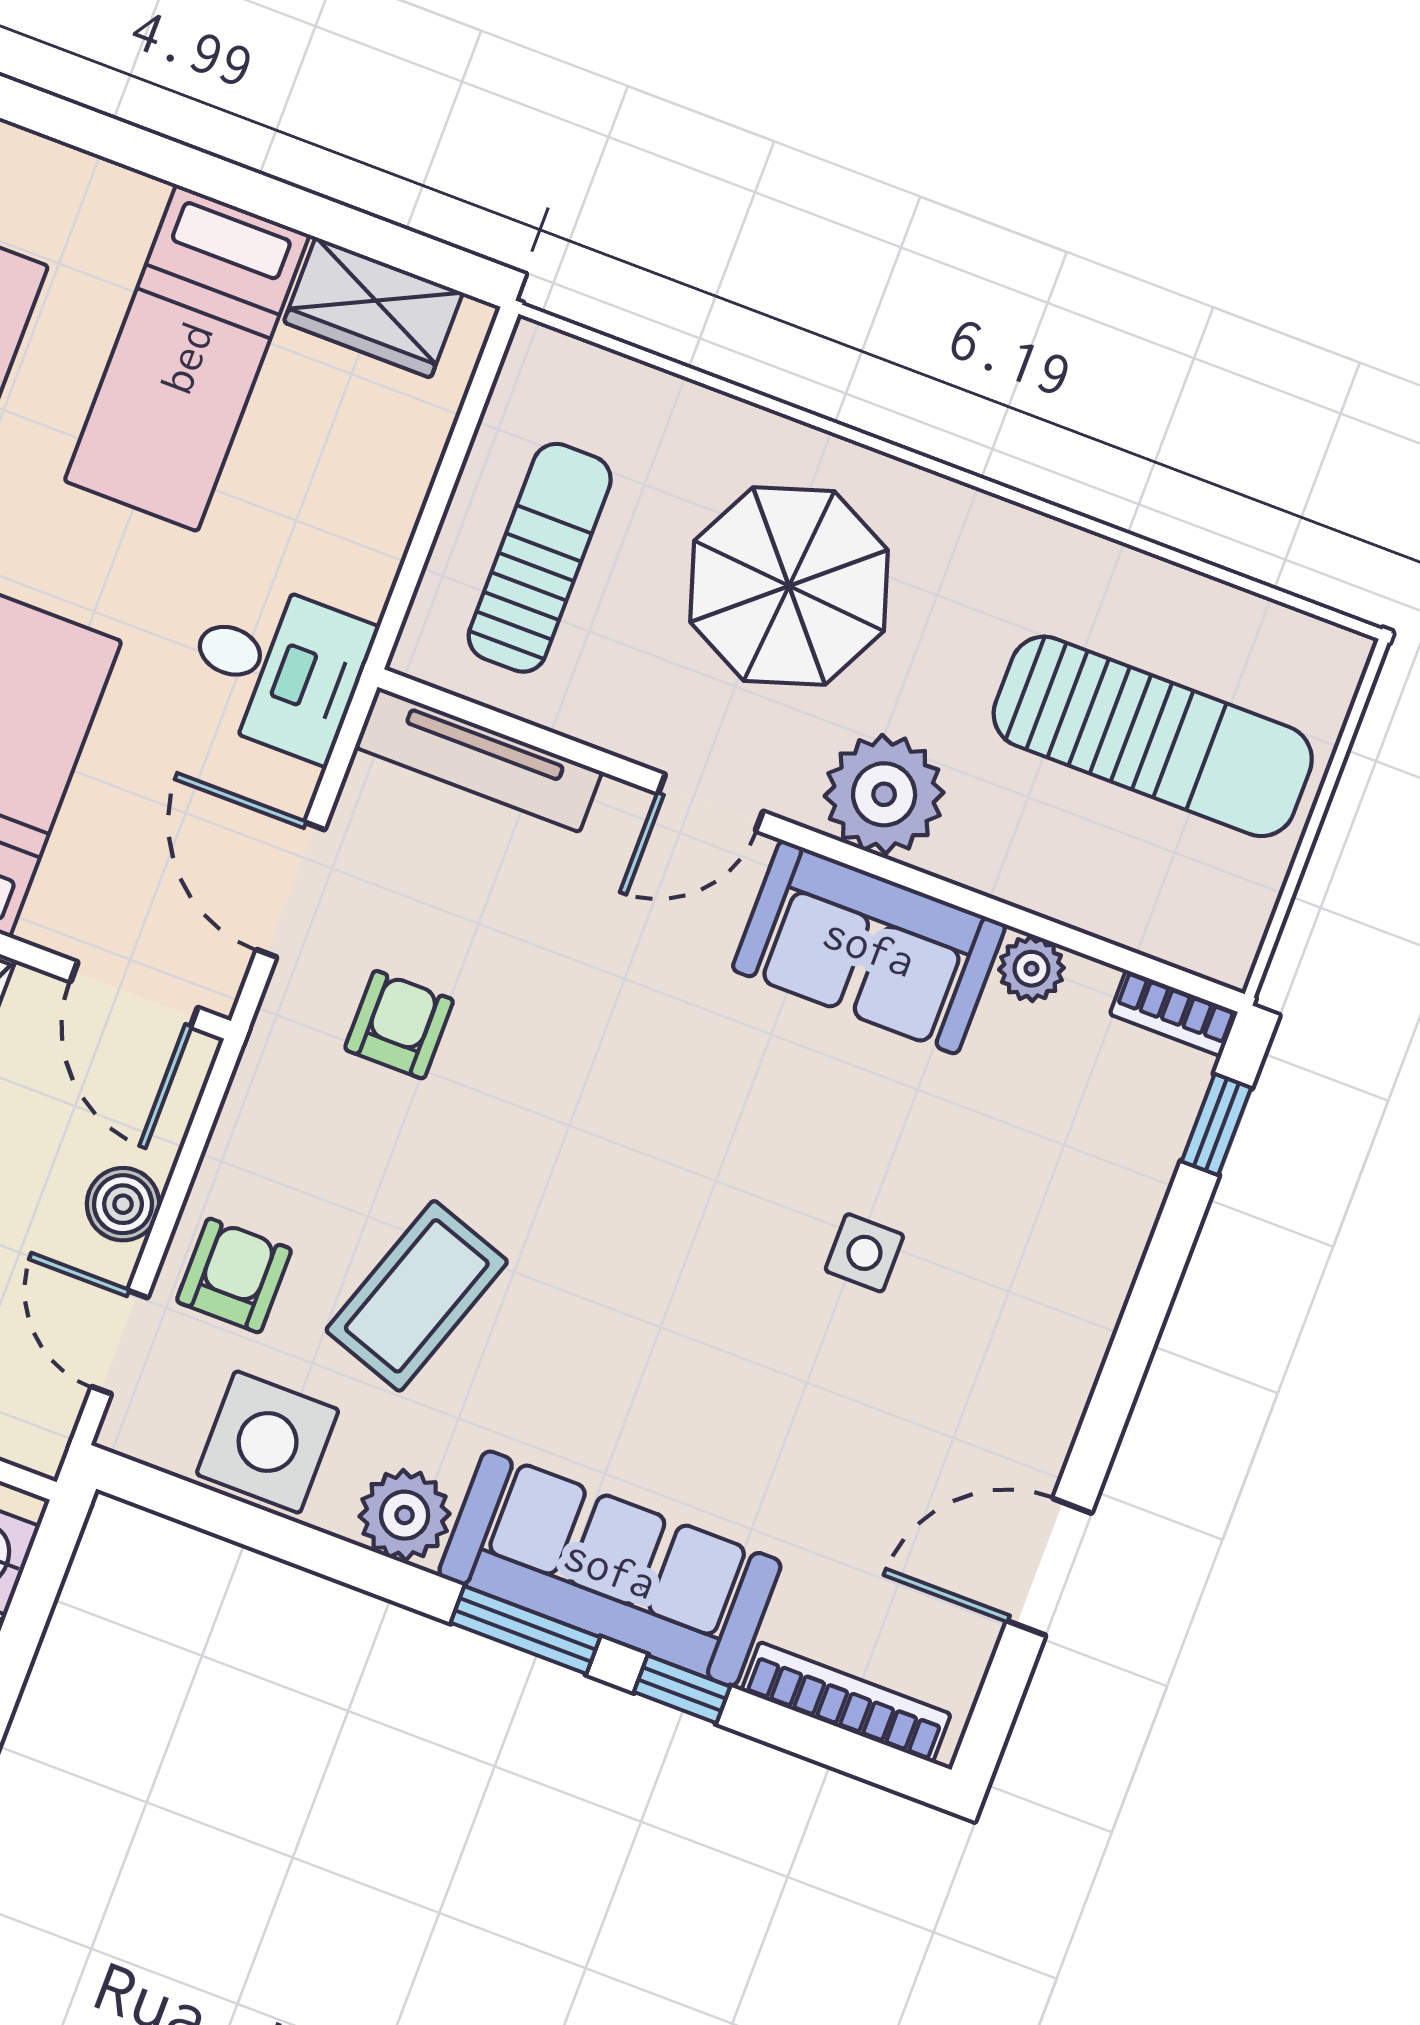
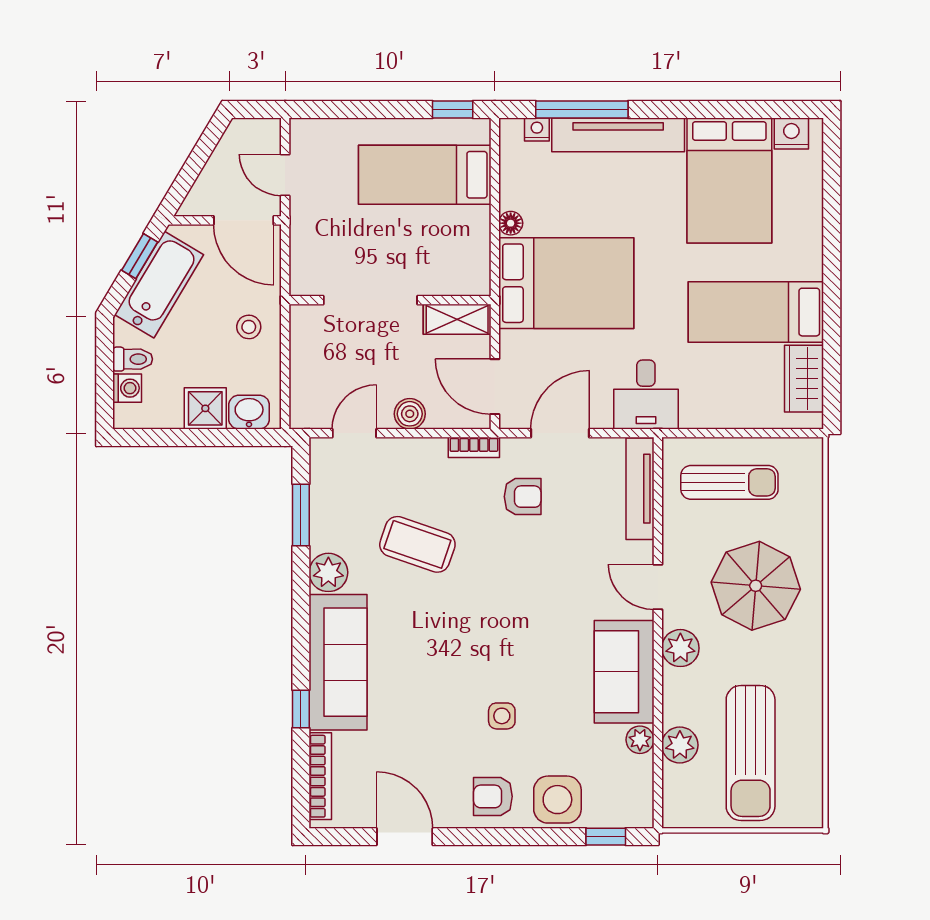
plant: (884, 794) -> (680, 648), width x0.73, depth x0.73
plant: (1076, 885) -> (680, 745), added
door: (134, 995) -> (495, 387), hinge flipped
bookcase: (1174, 1013) -> (474, 447), moved, turned -90
armchair: (234, 1275) -> (493, 796), moved, turned 180
side table: (268, 1442) -> (557, 800), moved
window: (525, 1630) -> (301, 515), moved

